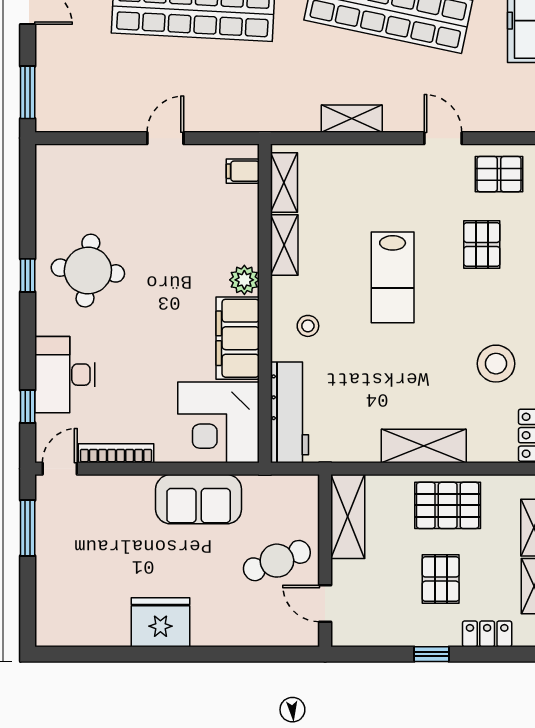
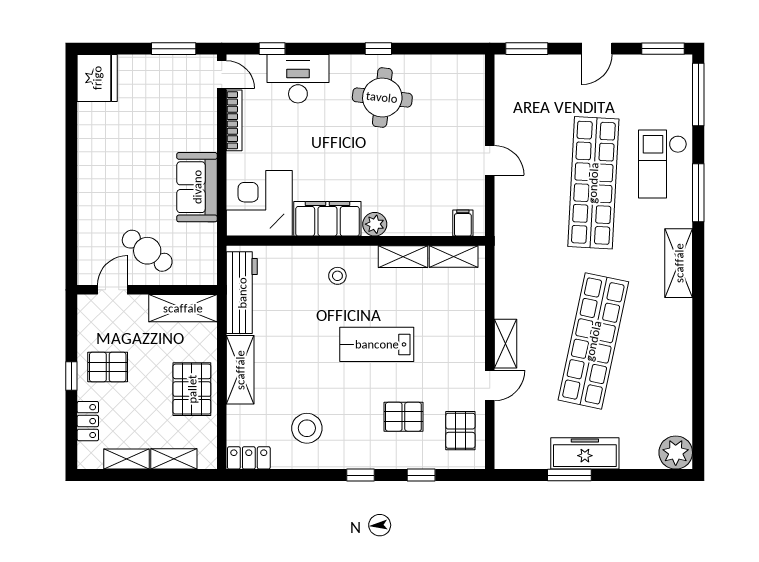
shelving: (352, 119) -> (505, 344), moved
workbench: (290, 412) -> (242, 293), moved, turned -90
cafe table: (277, 561) -> (147, 251), turned -33
pallet: (441, 579) -> (108, 367), moved
fridge: (160, 622) -> (97, 78), moved

